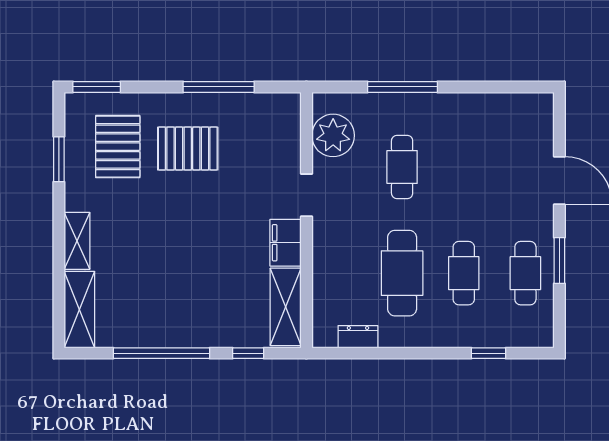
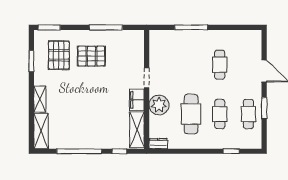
plant: (333, 135) -> (159, 105), moved
cafe table: (402, 167) -> (220, 65), moved
dresser: (358, 337) -> (158, 144), moved

